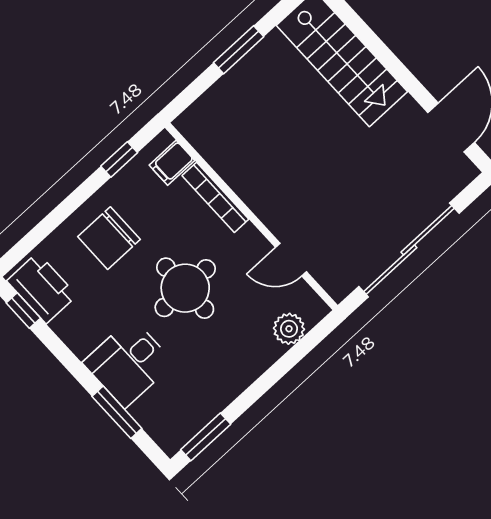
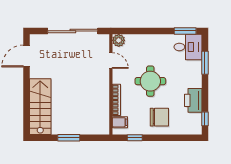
printer: (42, 288) -> (193, 100), moved
plant: (289, 329) -> (119, 40), moved
desk: (128, 363) -> (188, 47), moved

